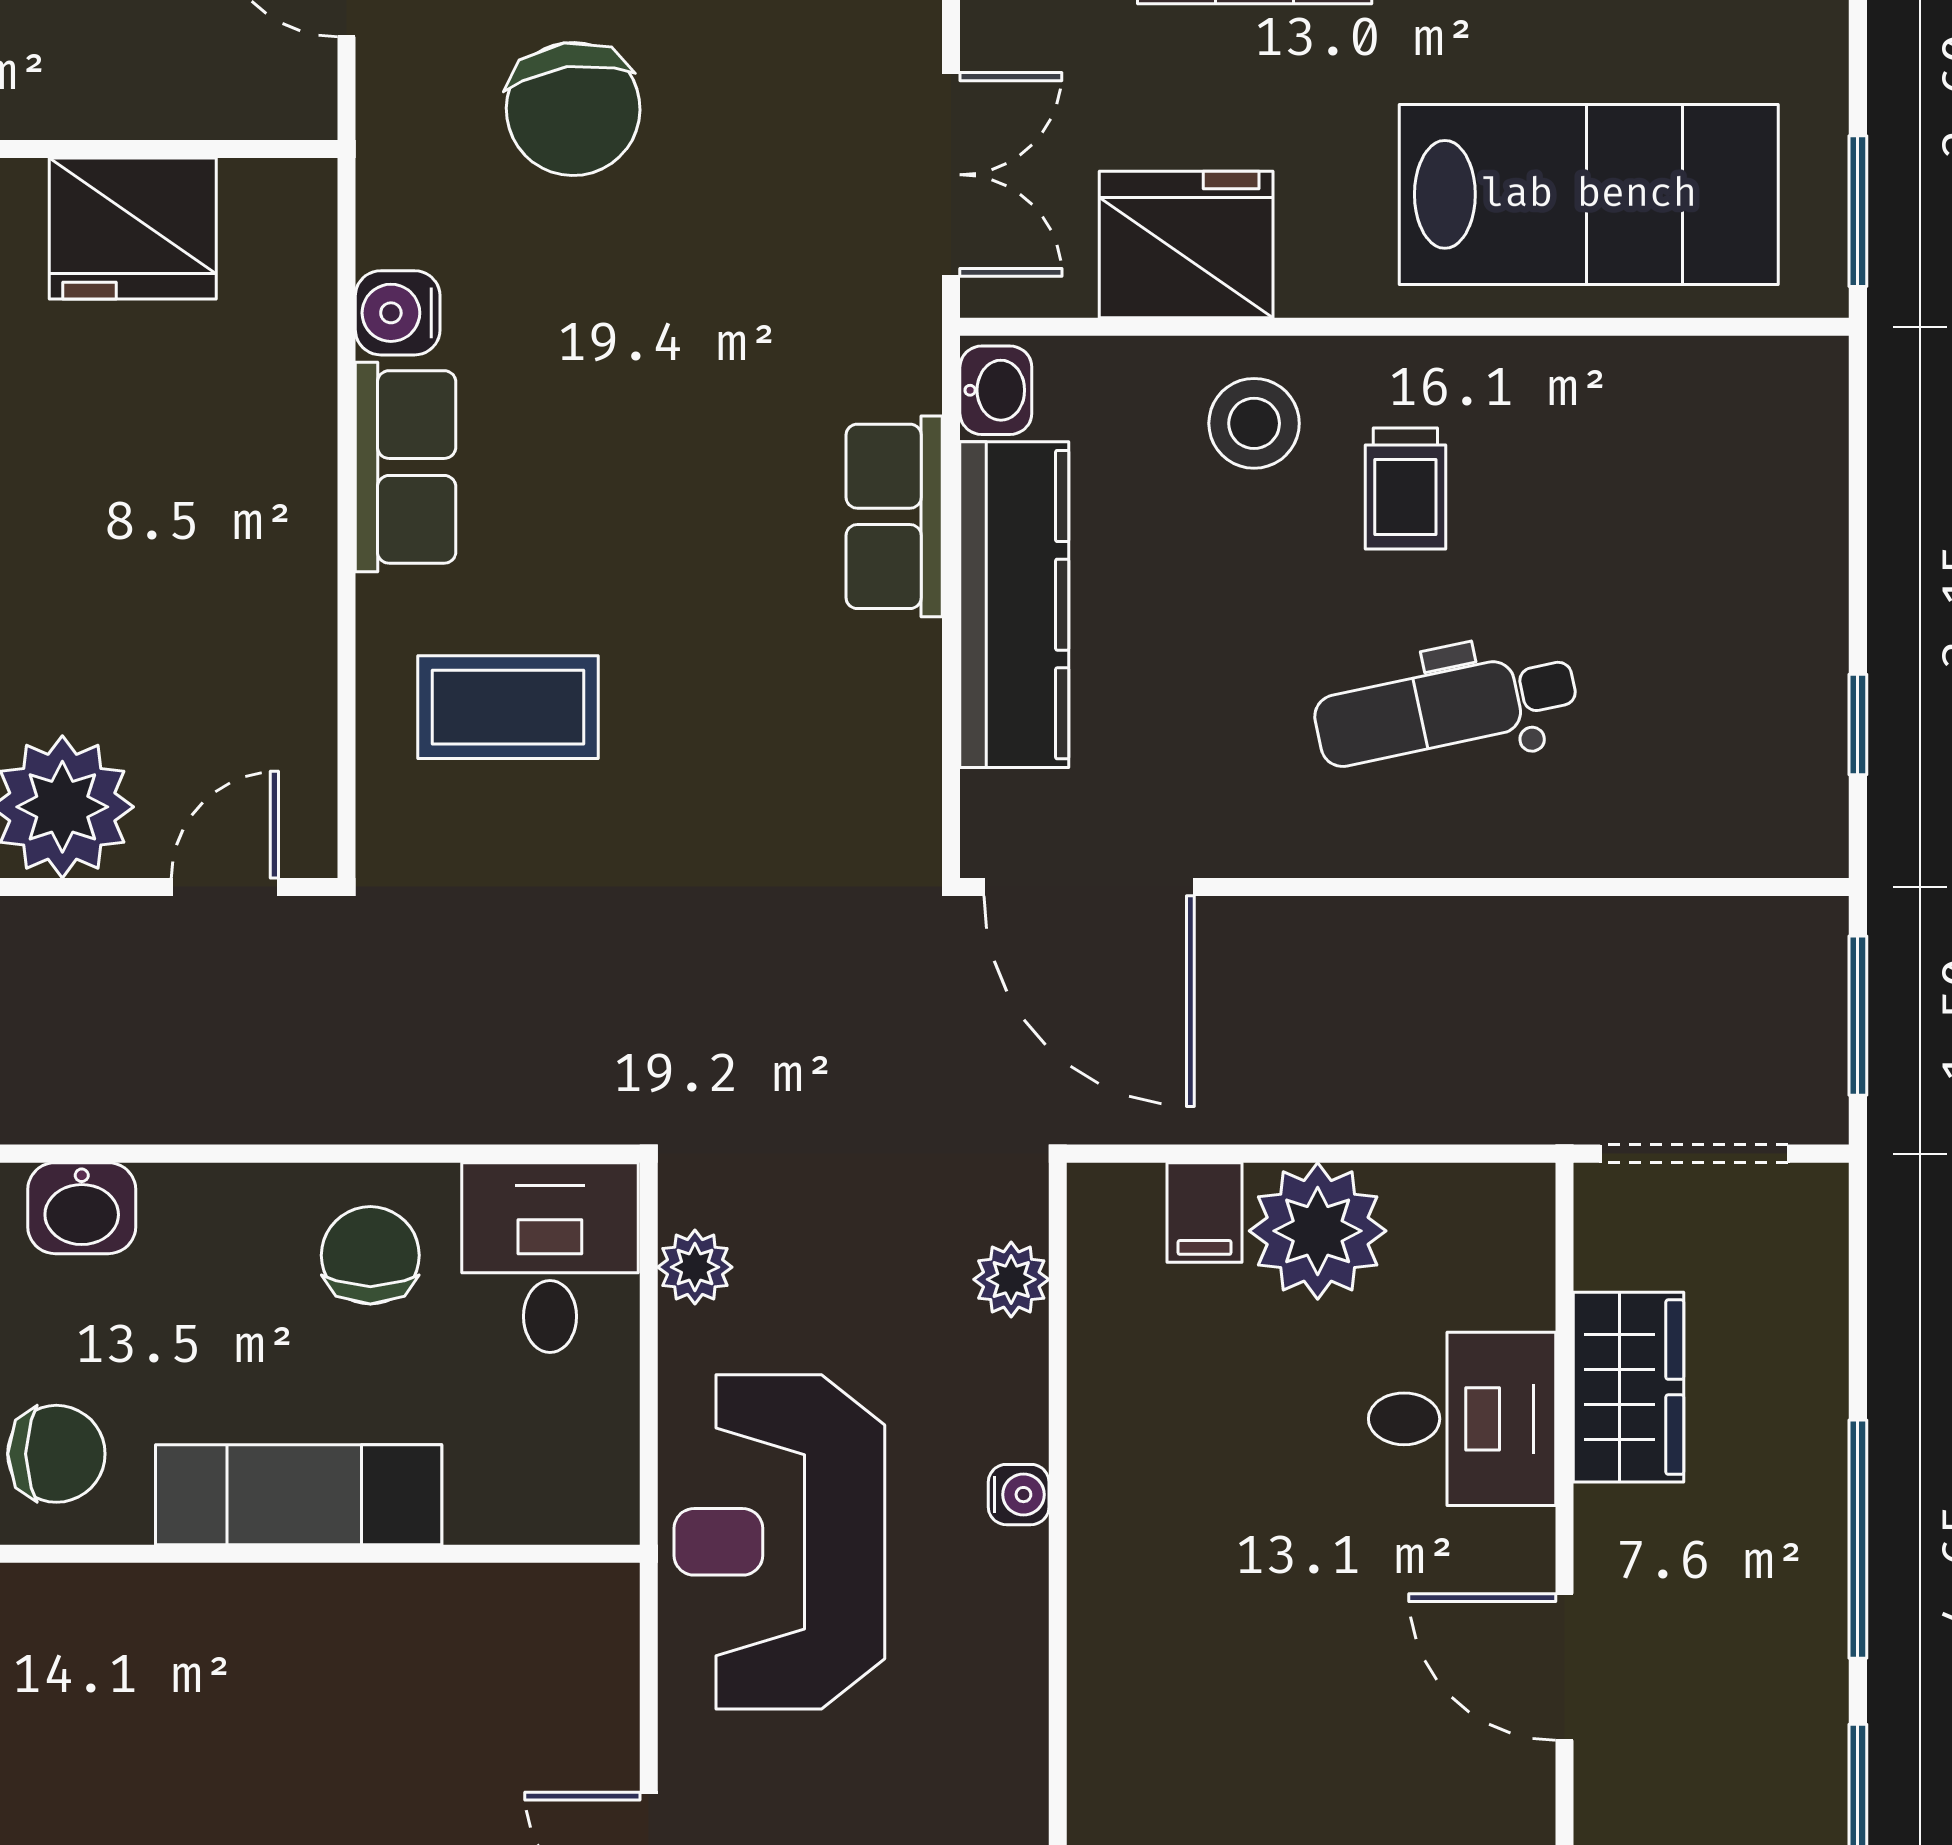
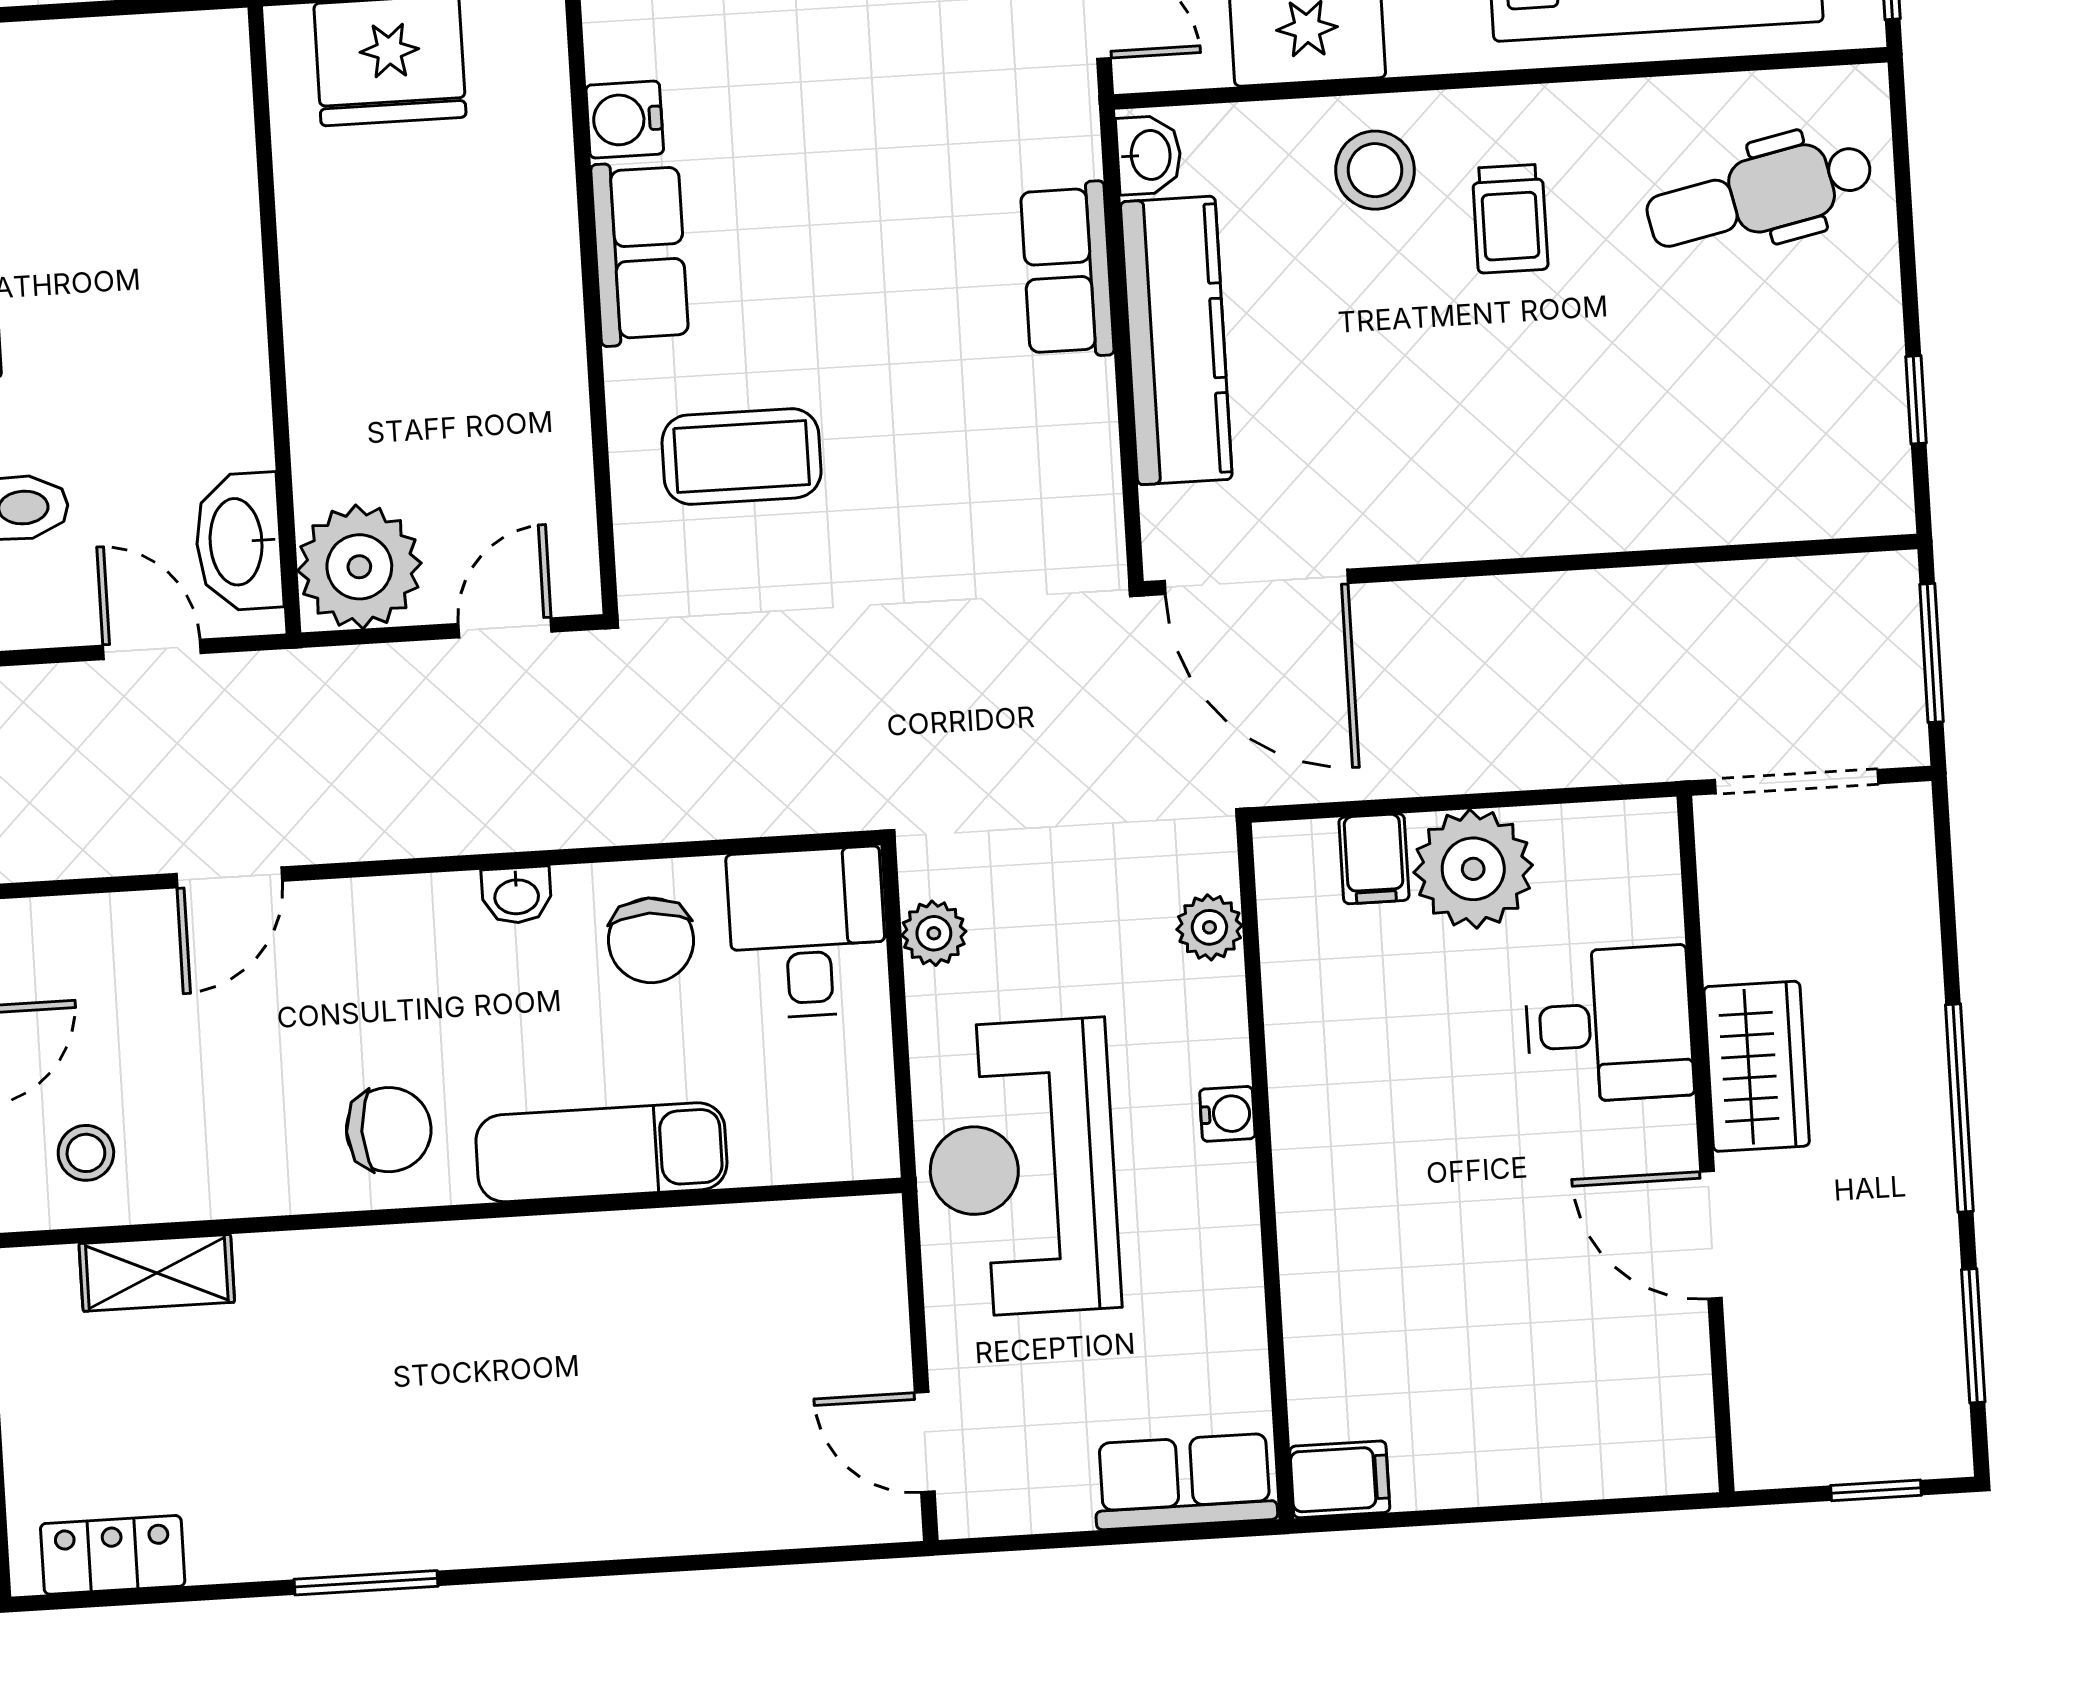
dental chair: (1446, 708) -> (1760, 194), moved
washbasin: (82, 1208) -> (517, 895), moved, width x0.72, depth x0.69
chair: (370, 1255) -> (651, 940), turned 180
wardrobe: (1628, 1387) -> (1757, 1066), moved

